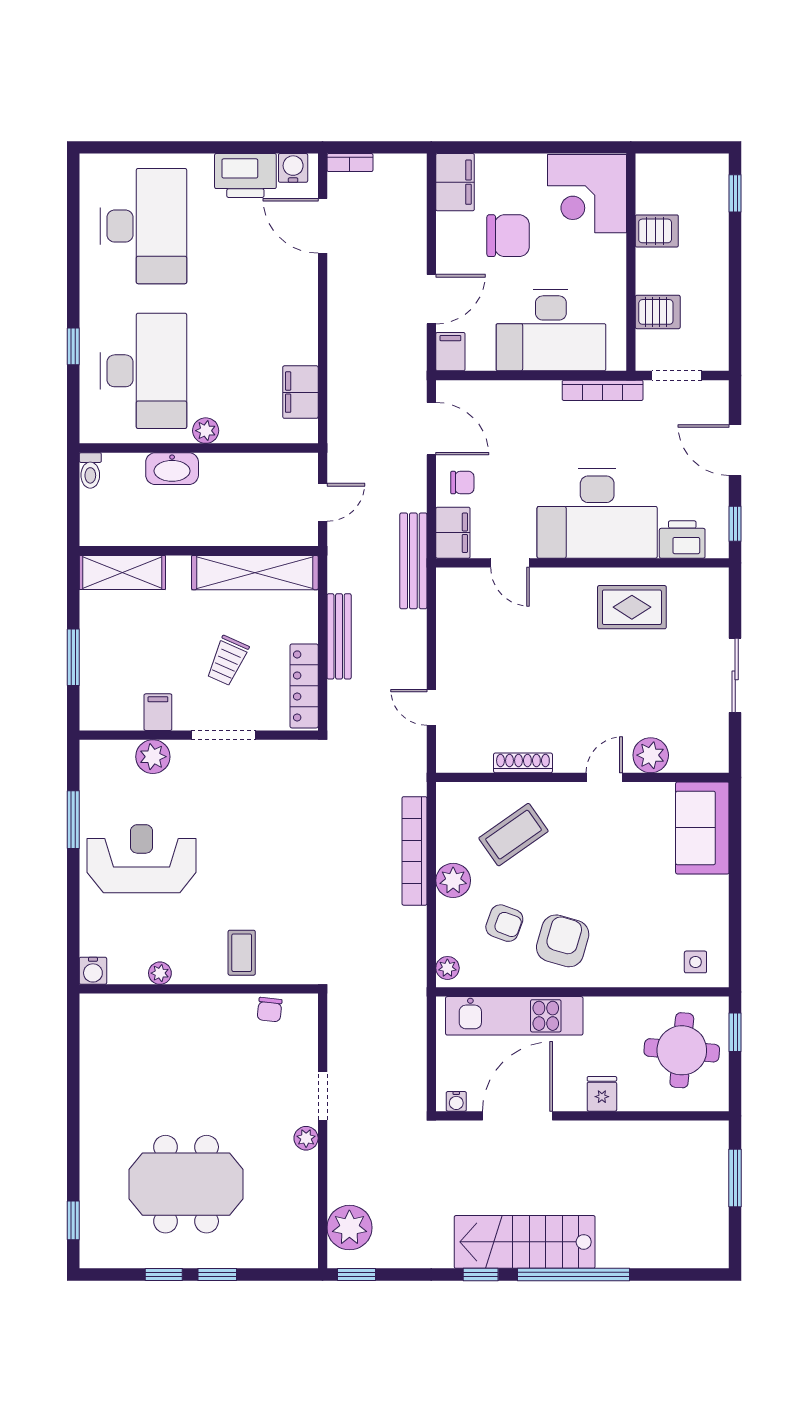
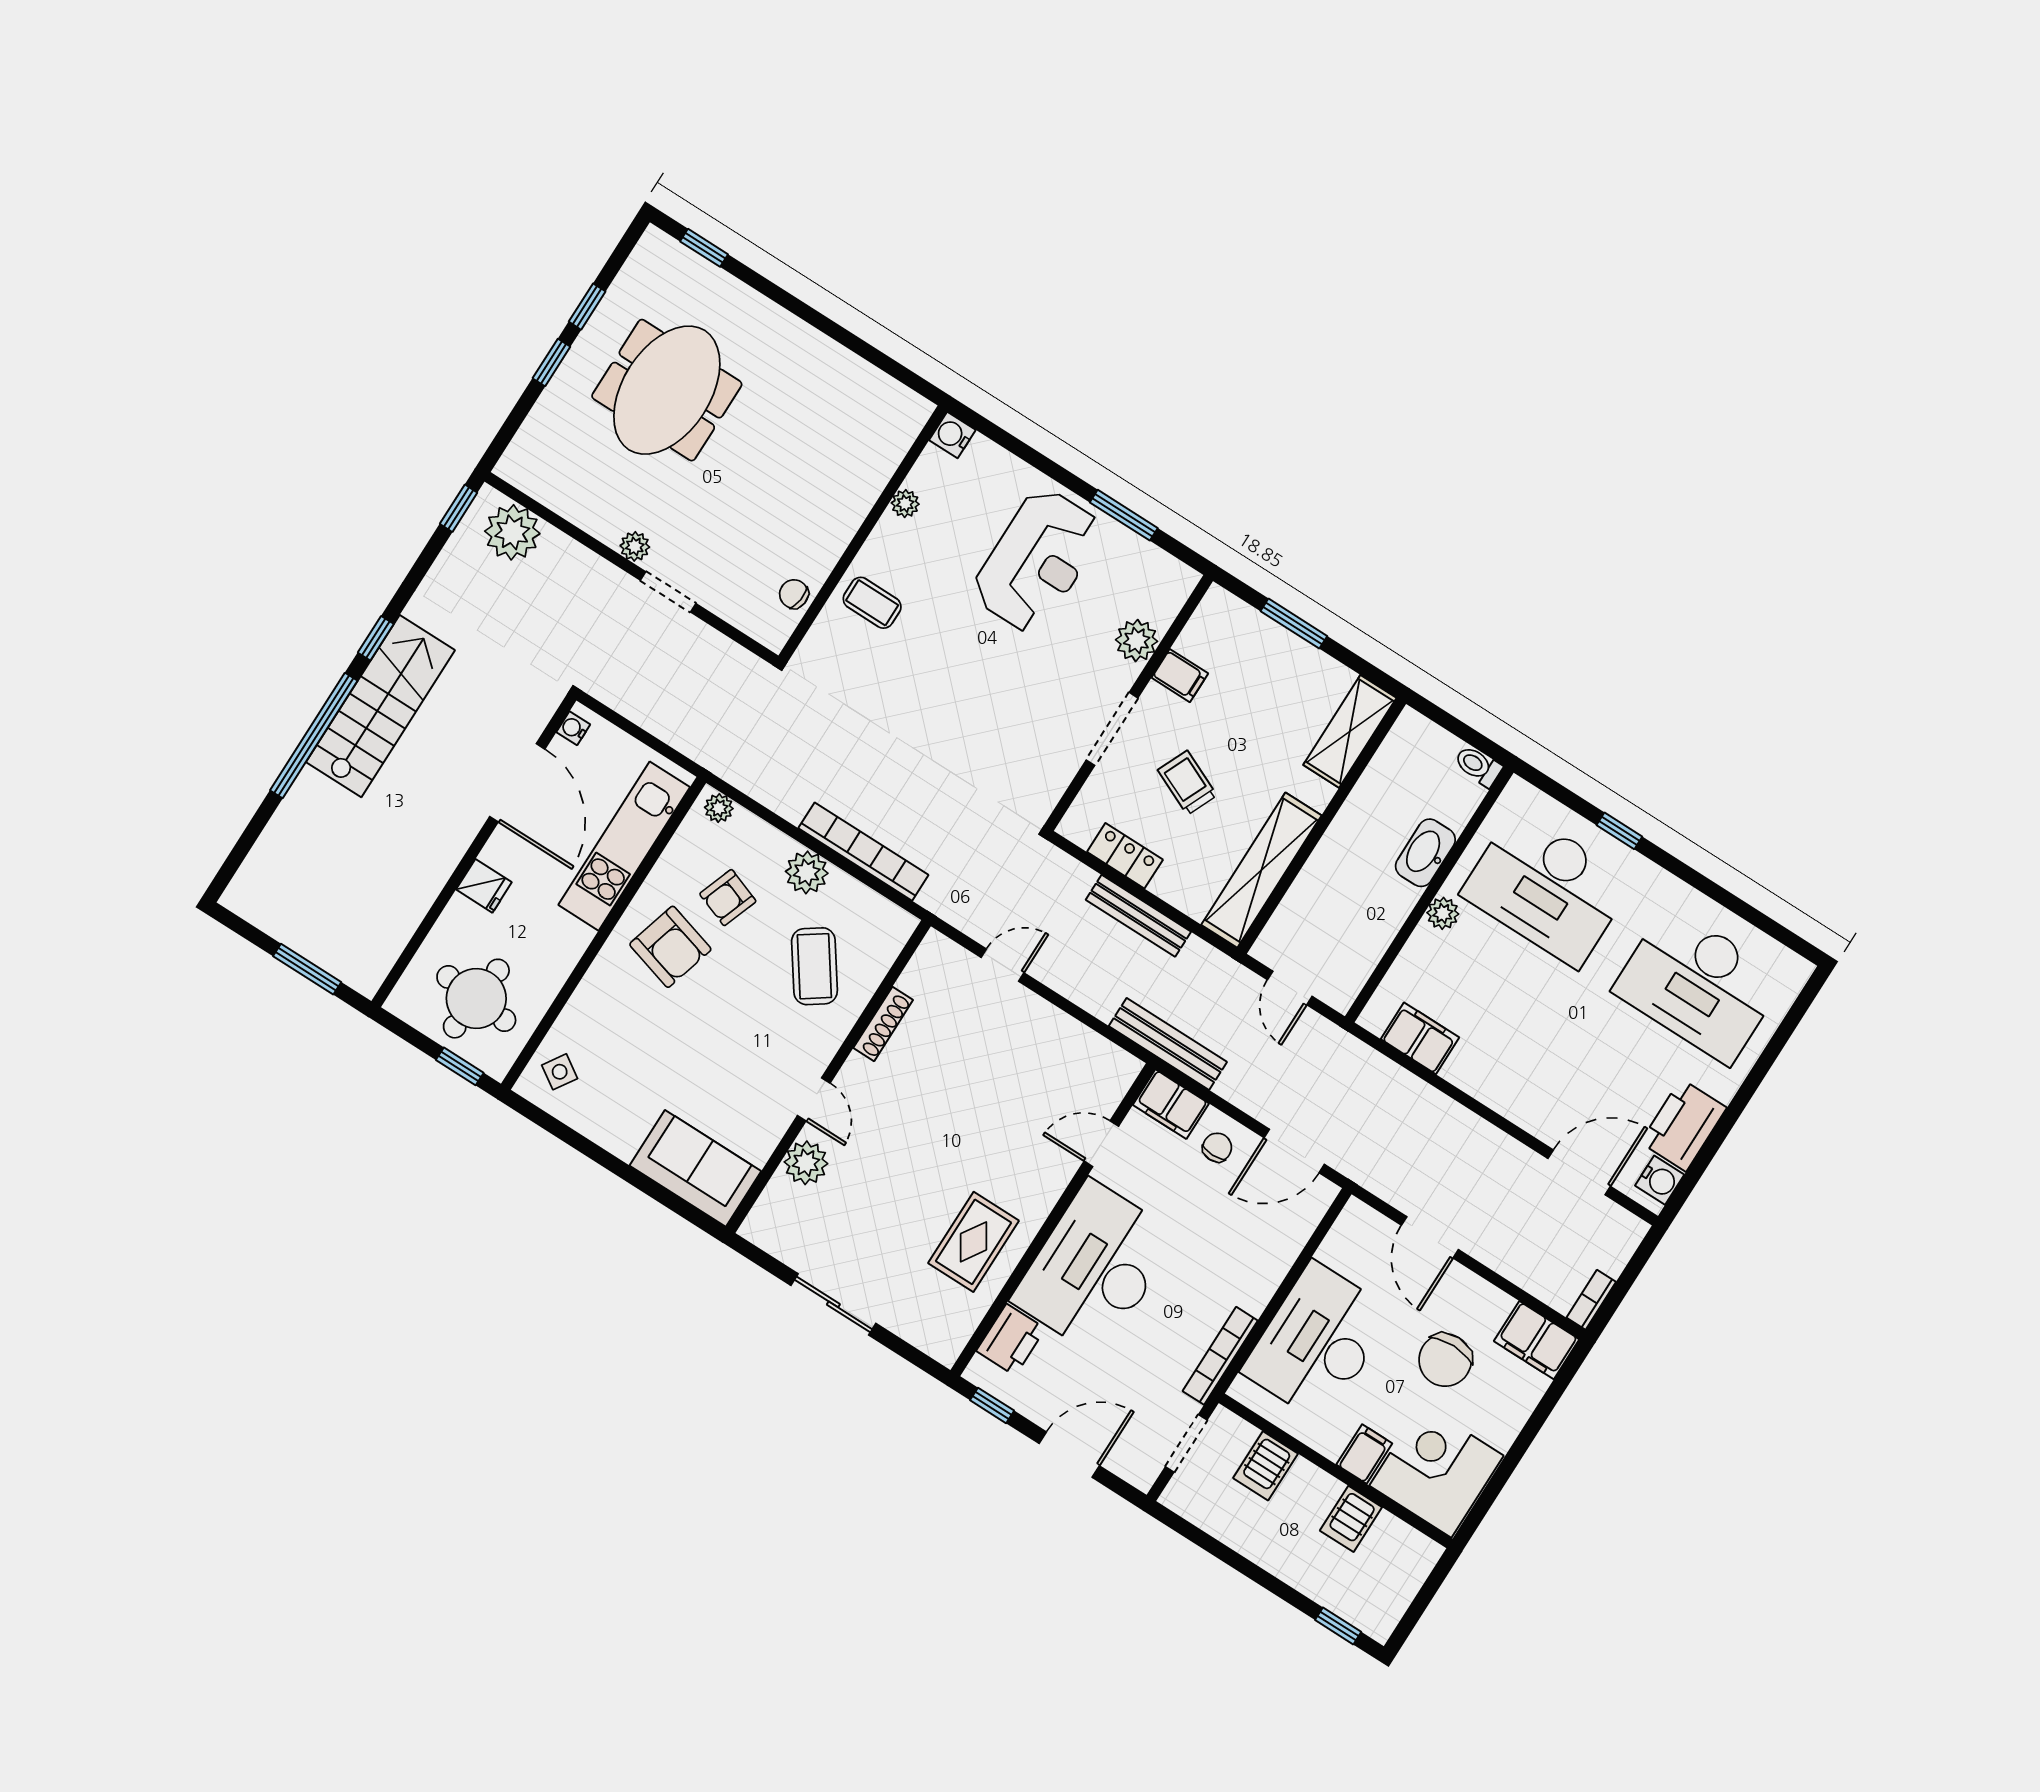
bookcase: (350, 163) -> (1591, 1300), moved
filing cabinet: (450, 352) -> (1364, 1454), moved, turned -90
chair: (462, 483) -> (1217, 1147), turned 180
locker: (304, 686) -> (1125, 856), width x0.66
side table: (695, 962) -> (560, 1072), turned 33

